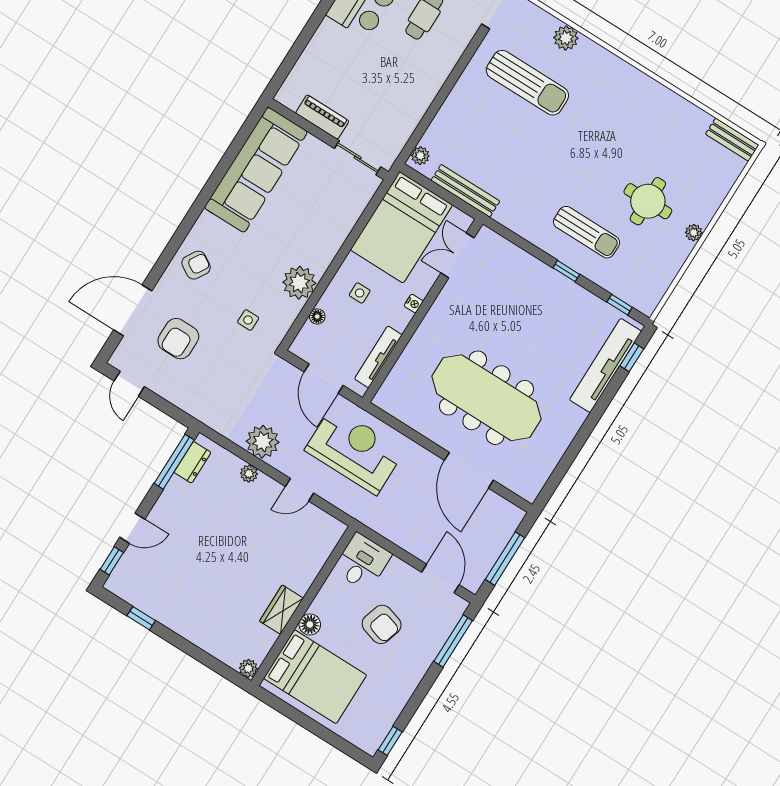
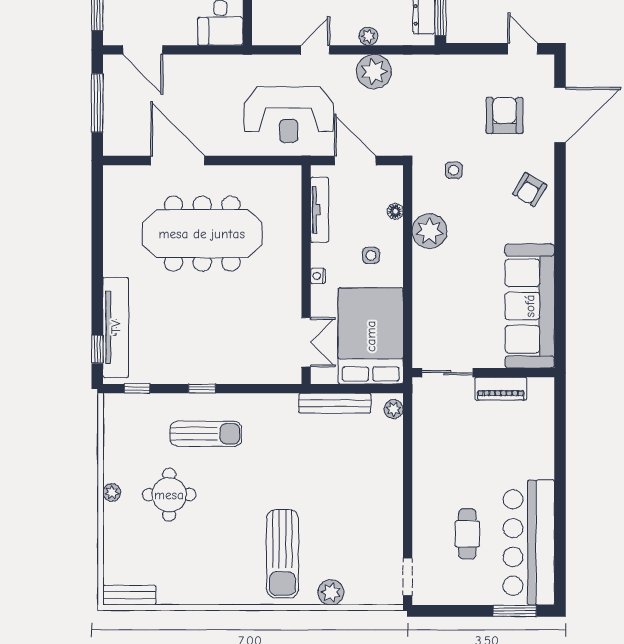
sun lounger: (527, 83) -> (283, 554), moved, turned -90
sun lounger: (587, 232) -> (206, 434), turned 180

